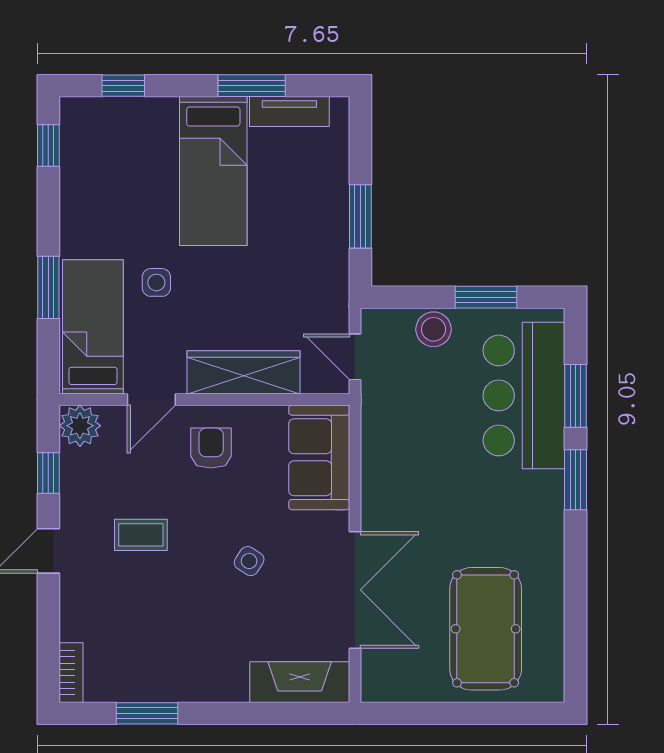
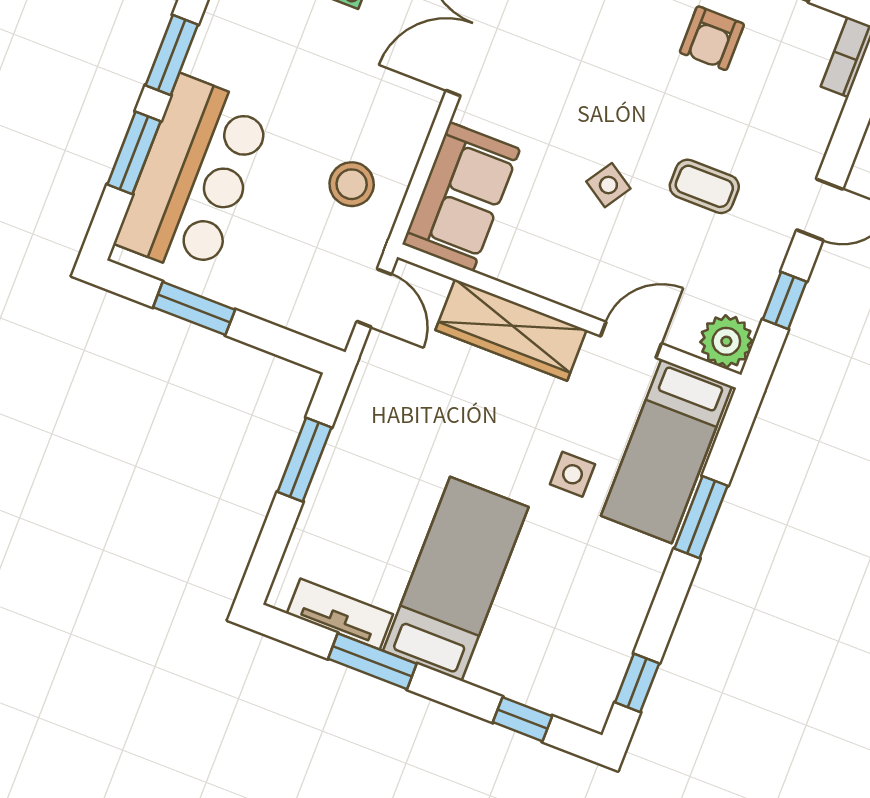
stool: (434, 329) -> (352, 184), moved
armchair: (211, 448) -> (712, 38), moved
side table: (249, 561) -> (608, 185), moved

